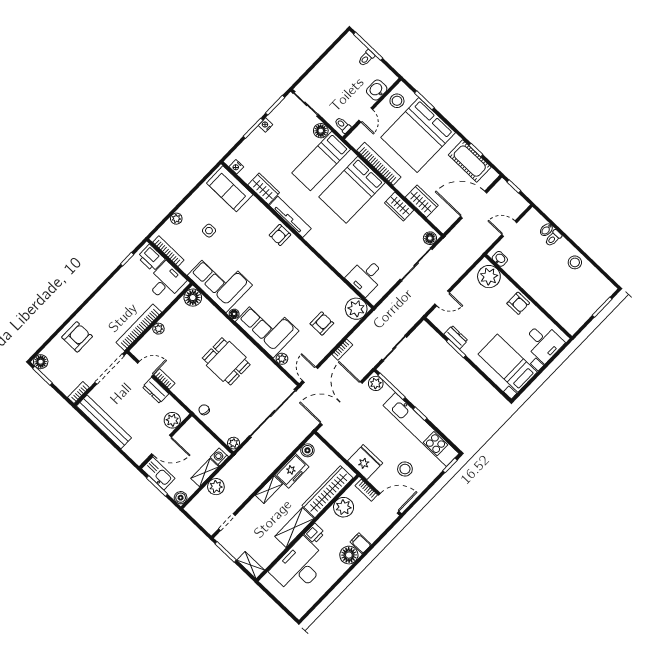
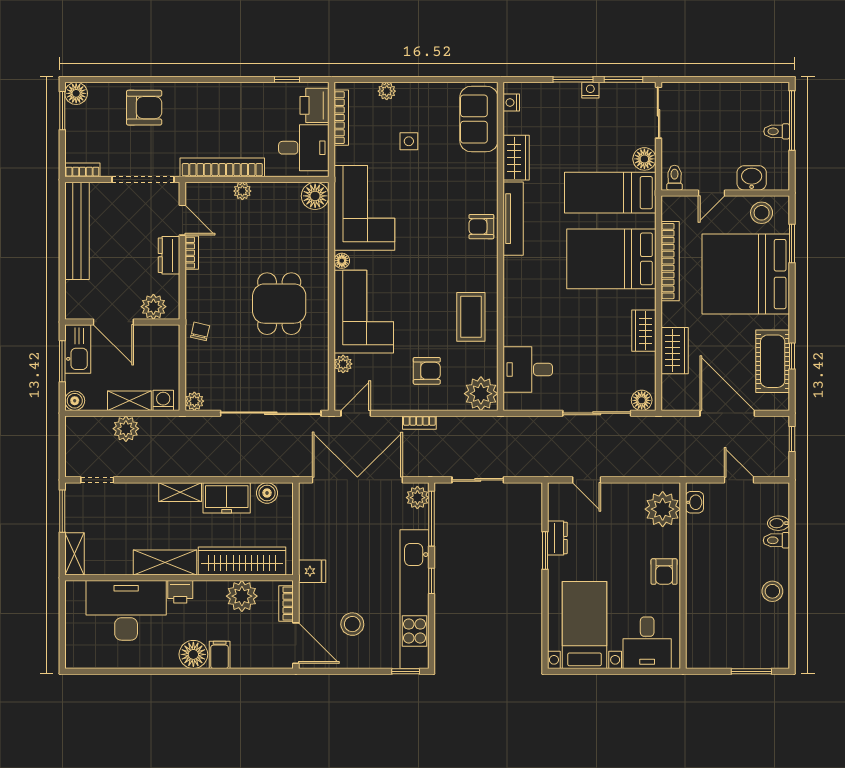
coffee table: (317, 279) -> (471, 317), added
fridge: (365, 462) -> (312, 571), width x0.53, depth x0.75

